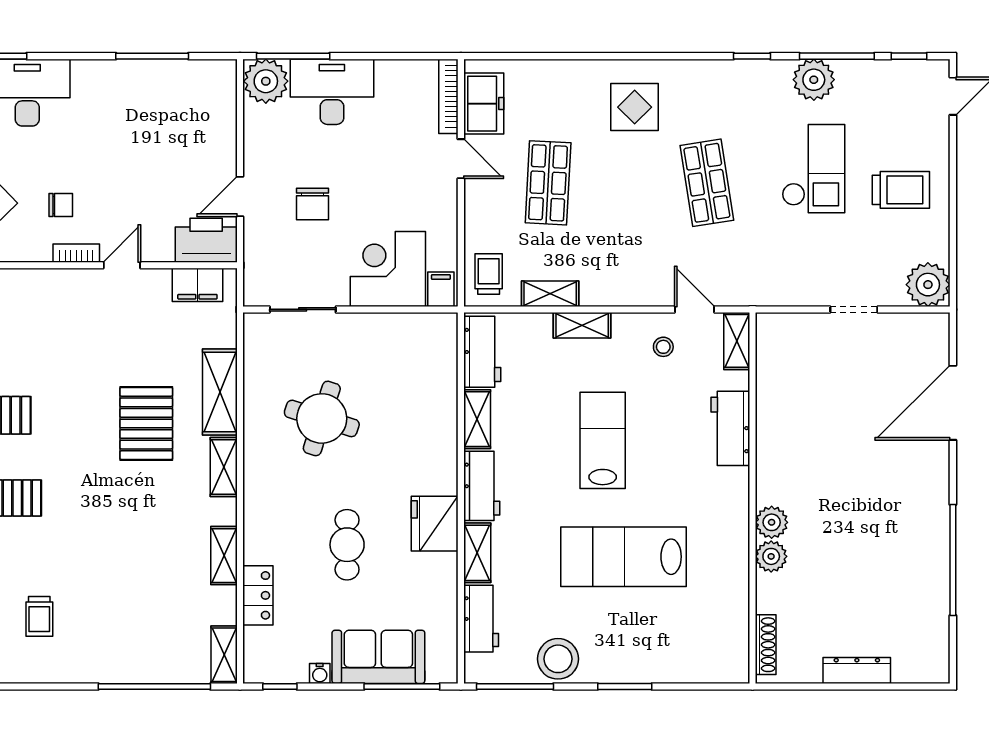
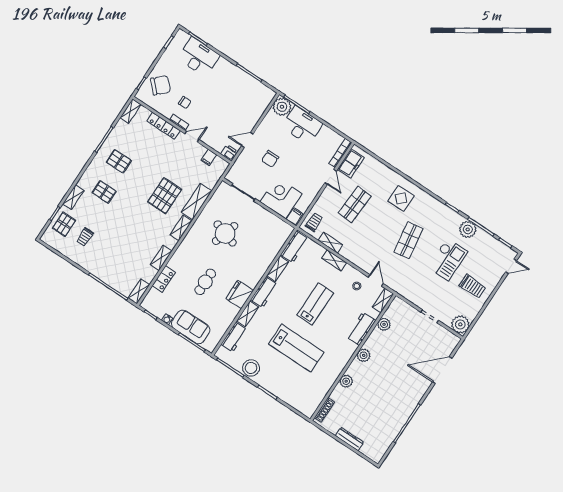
printer: (206, 240) -> (229, 153), width x0.53, depth x0.68
locker: (49, 282) -> (164, 126), added
filing cabinet: (197, 285) -> (209, 158), width x0.50
plant: (771, 388) -> (384, 324), added
plant: (772, 522) -> (364, 355), moved
lab bench: (624, 557) -> (296, 348), turned 180

